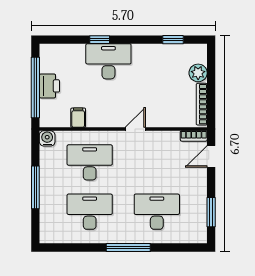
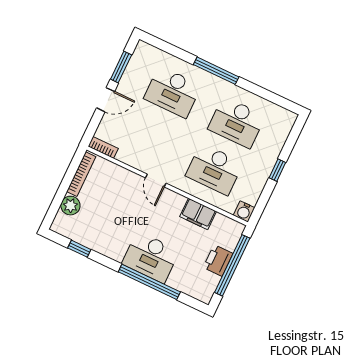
window: (100, 40) -> (149, 282), width x3.17
filing cabinet: (78, 118) -> (198, 214), width x2.00
door: (135, 129) -> (156, 180), hinge flipped
door: (211, 156) -> (106, 100), moved
window: (35, 187) -> (277, 170), width x0.46

